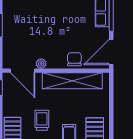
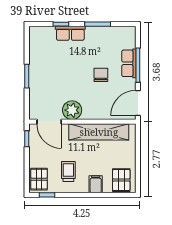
chair: (74, 59) -> (101, 75), moved
plant: (41, 64) -> (72, 110), width x1.88, depth x1.88

